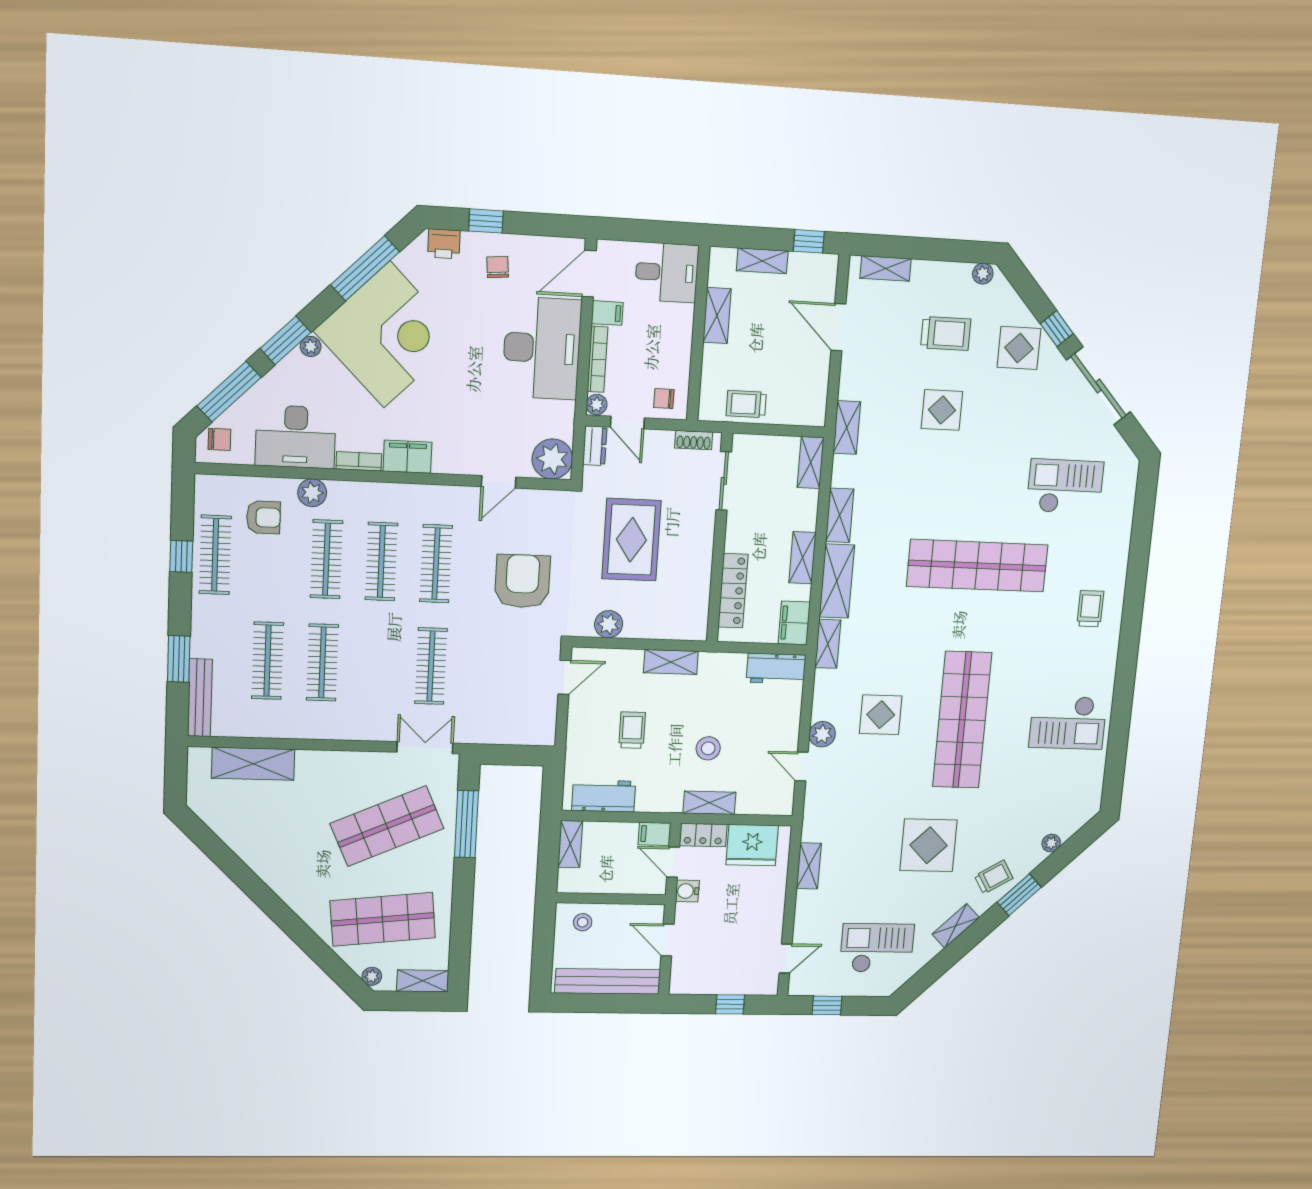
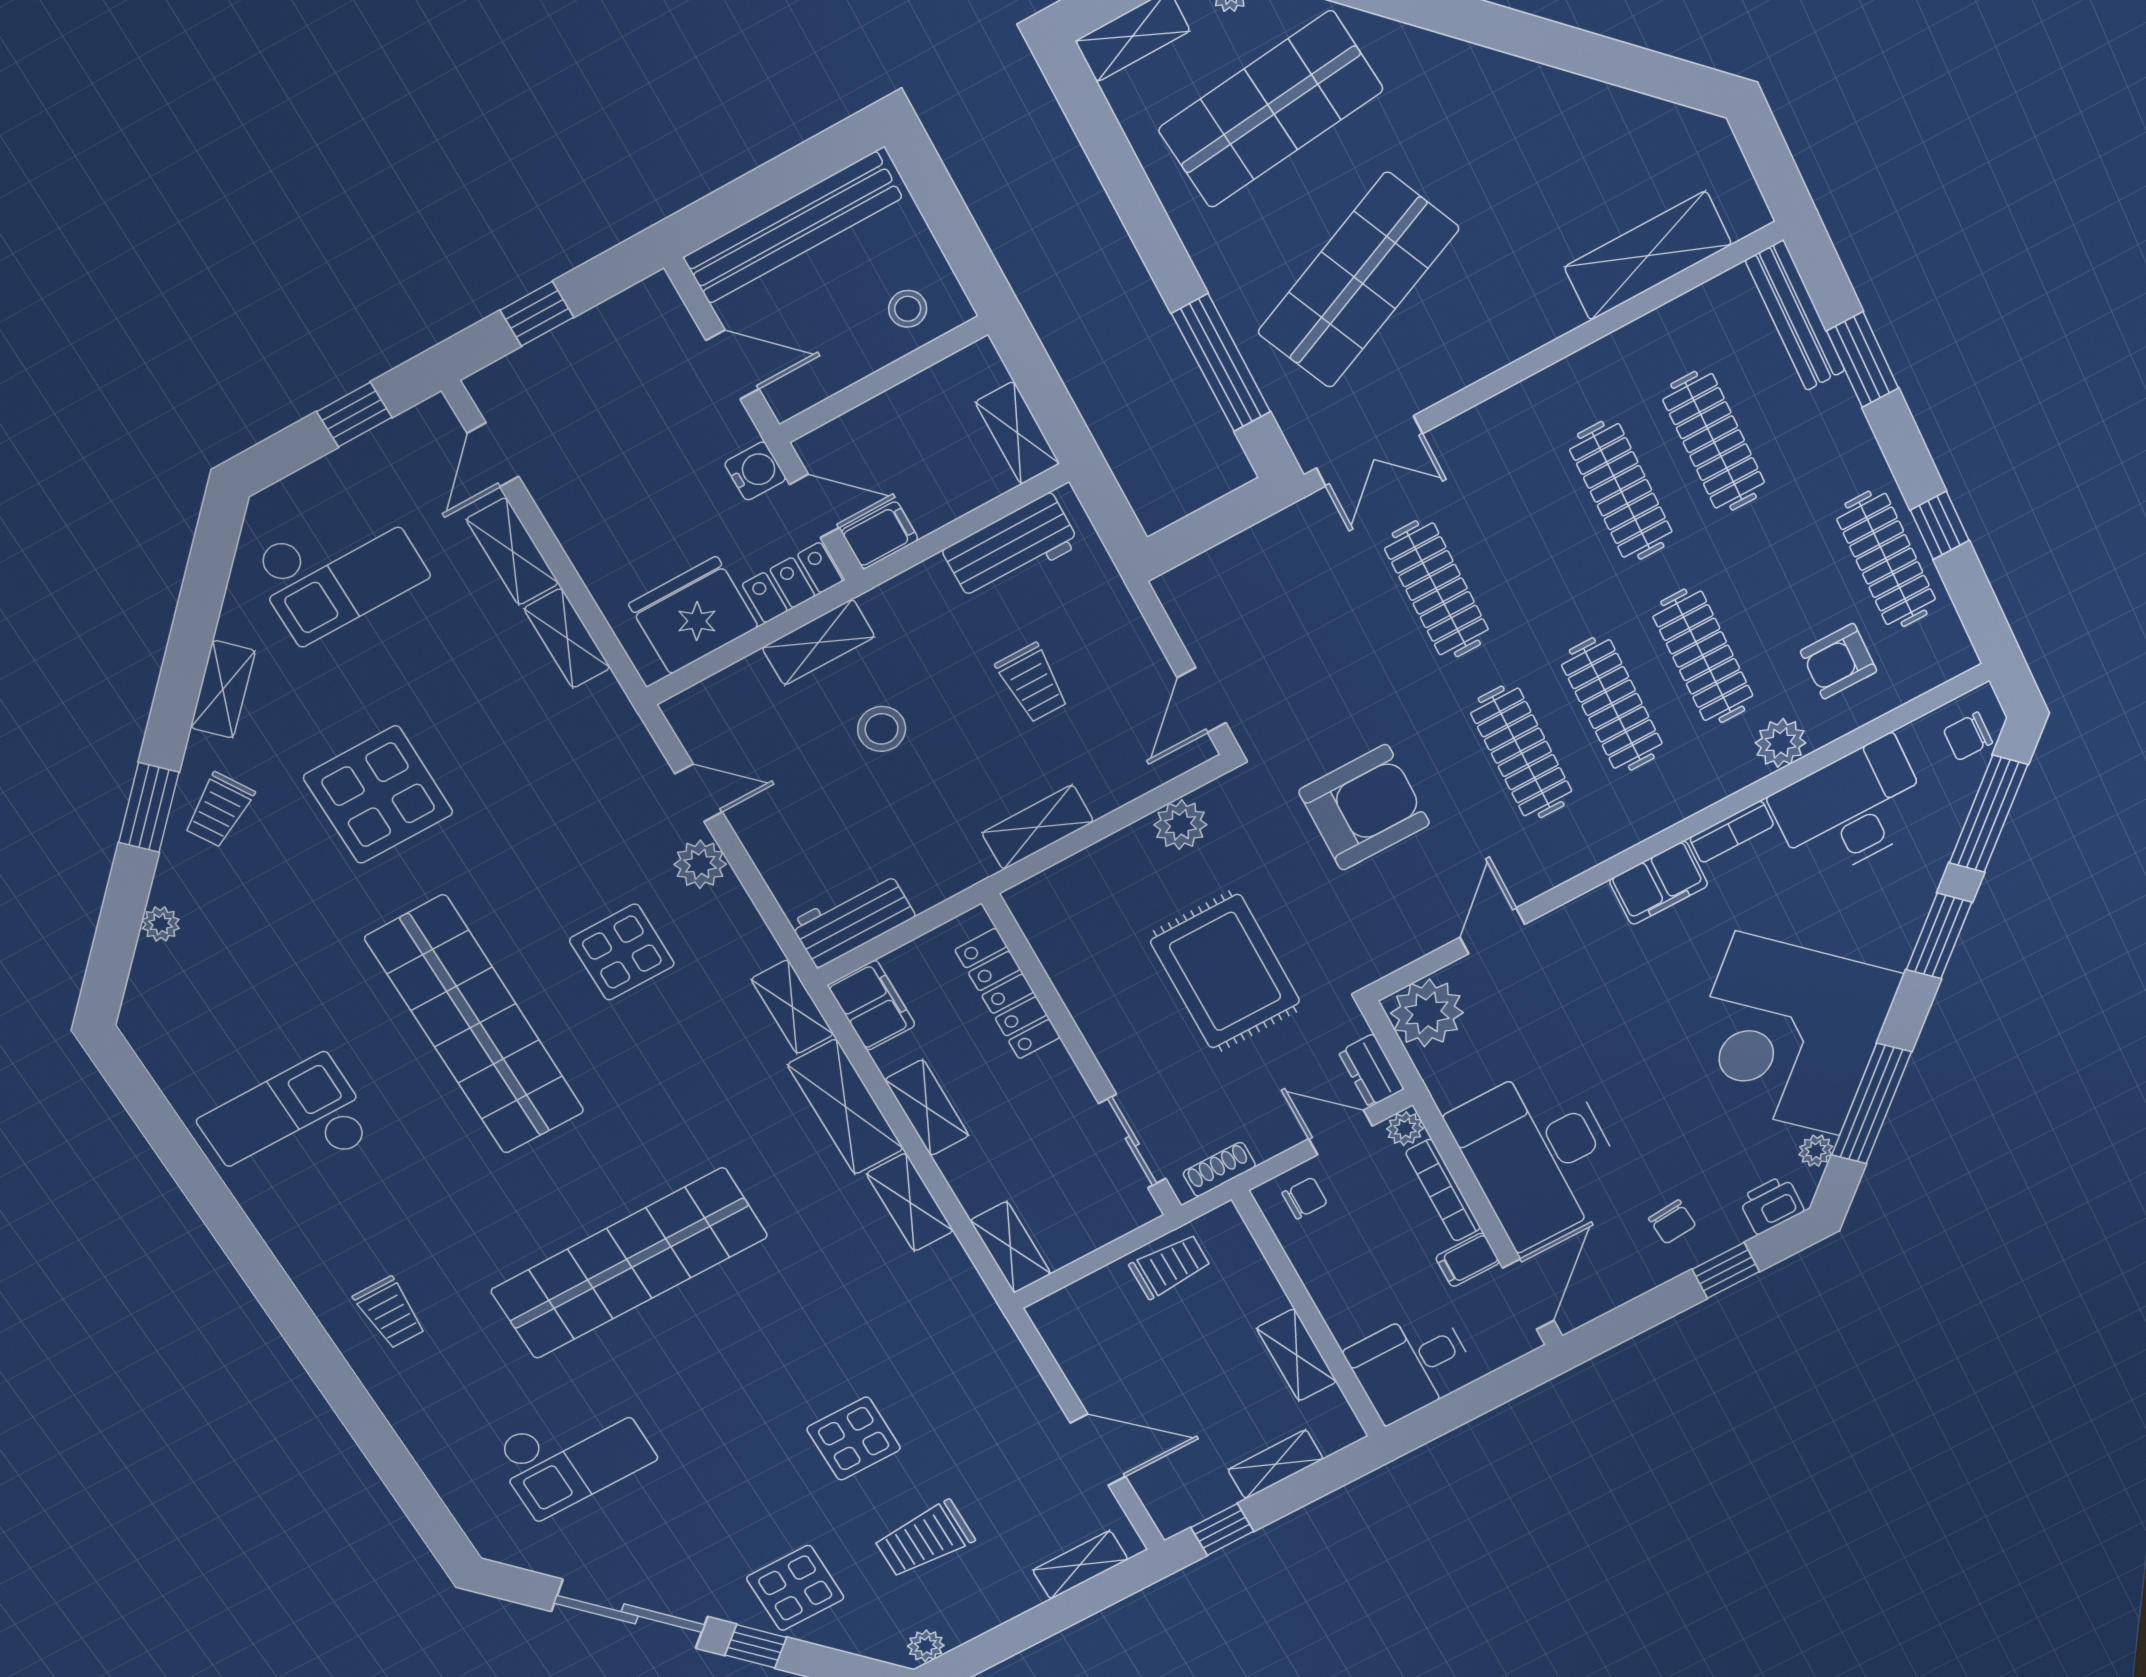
plant: (311, 346) -> (1816, 1151), moved
shelving: (847, 428) -> (512, 551), moved
armchair: (522, 581) -> (1364, 807), turned -90

